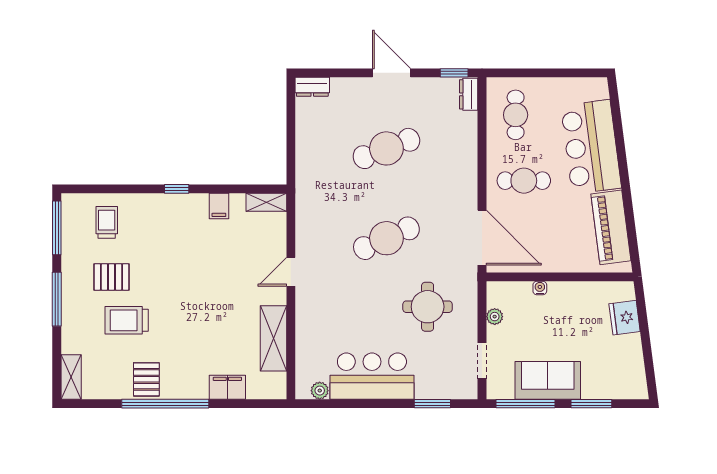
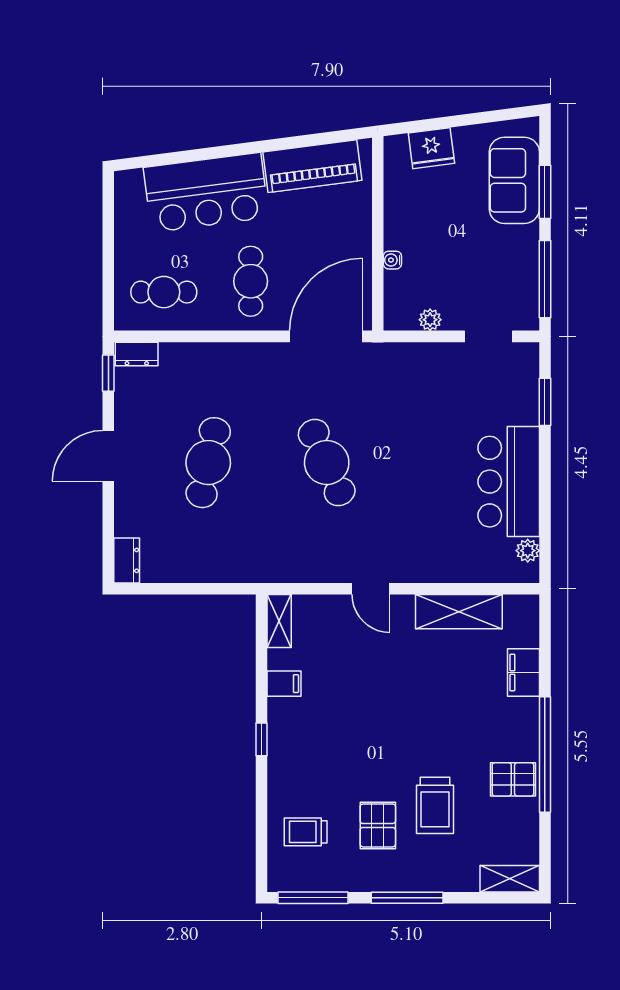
cafe table: (386, 148) -> (208, 463), turned 33
round table: (428, 307) -> (417, 408), removed
sofa: (548, 380) -> (514, 180), moved

